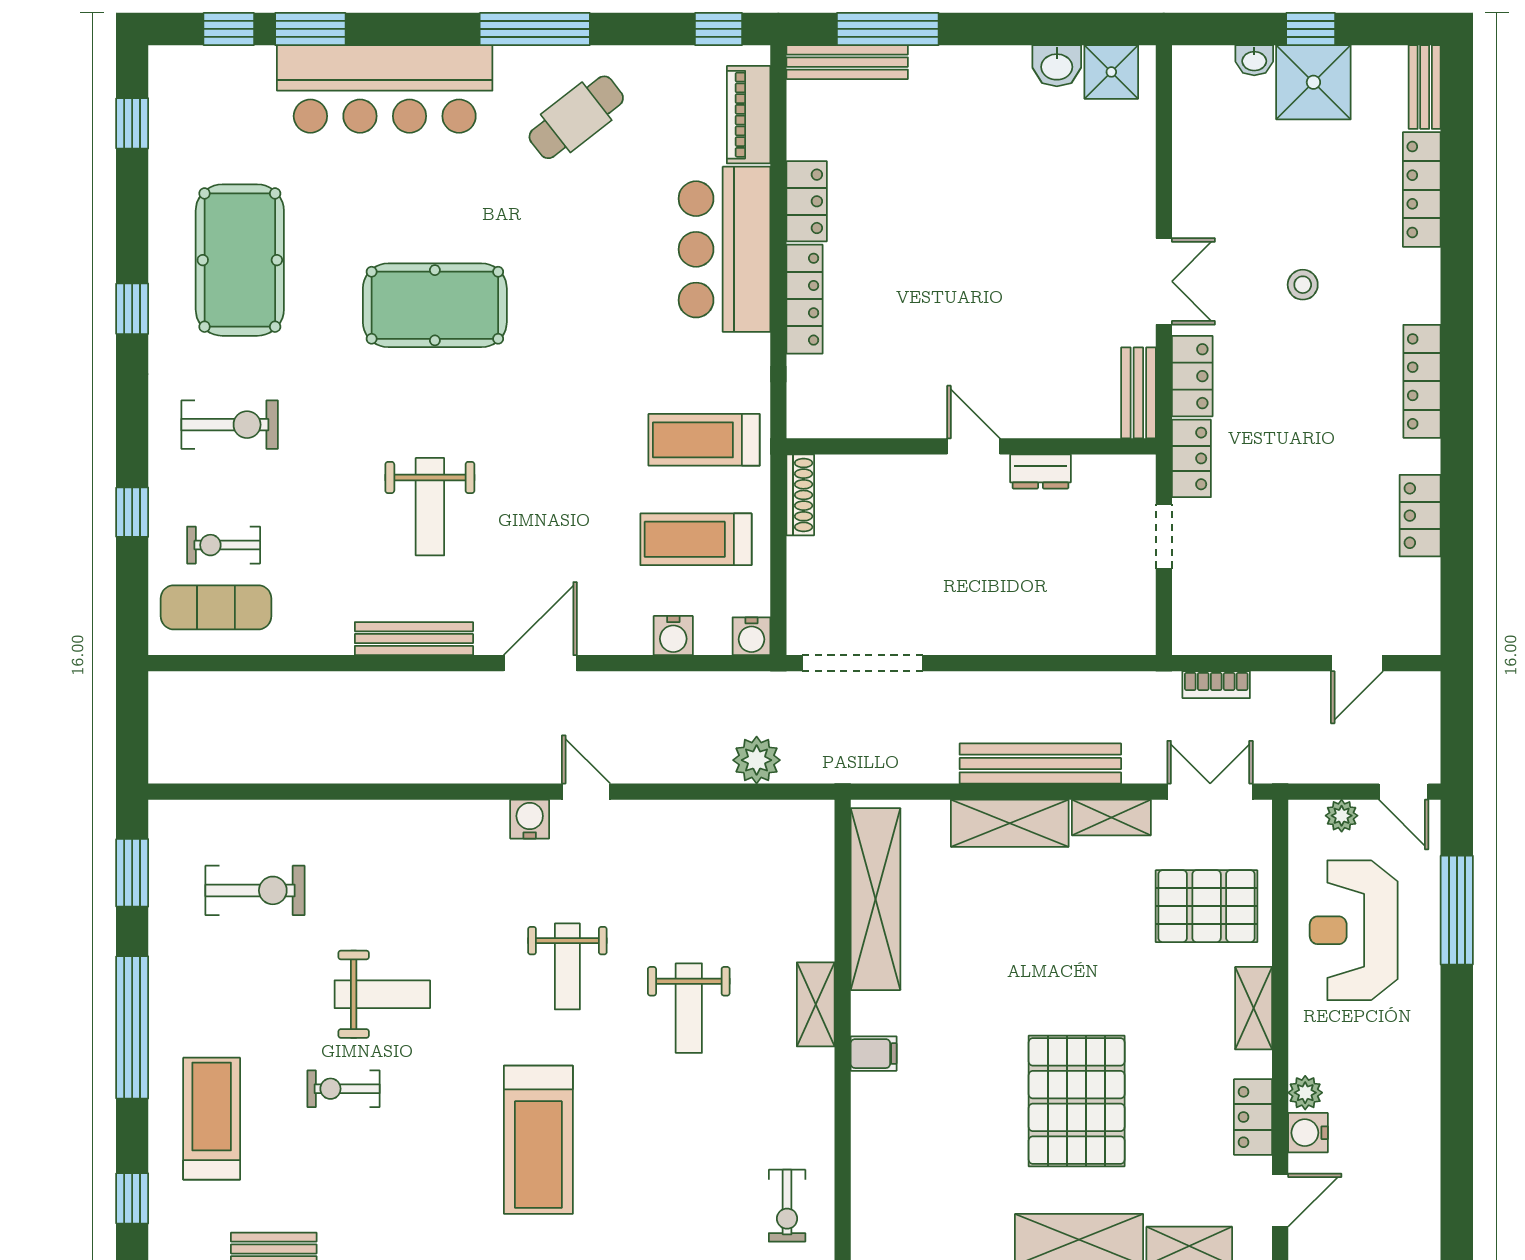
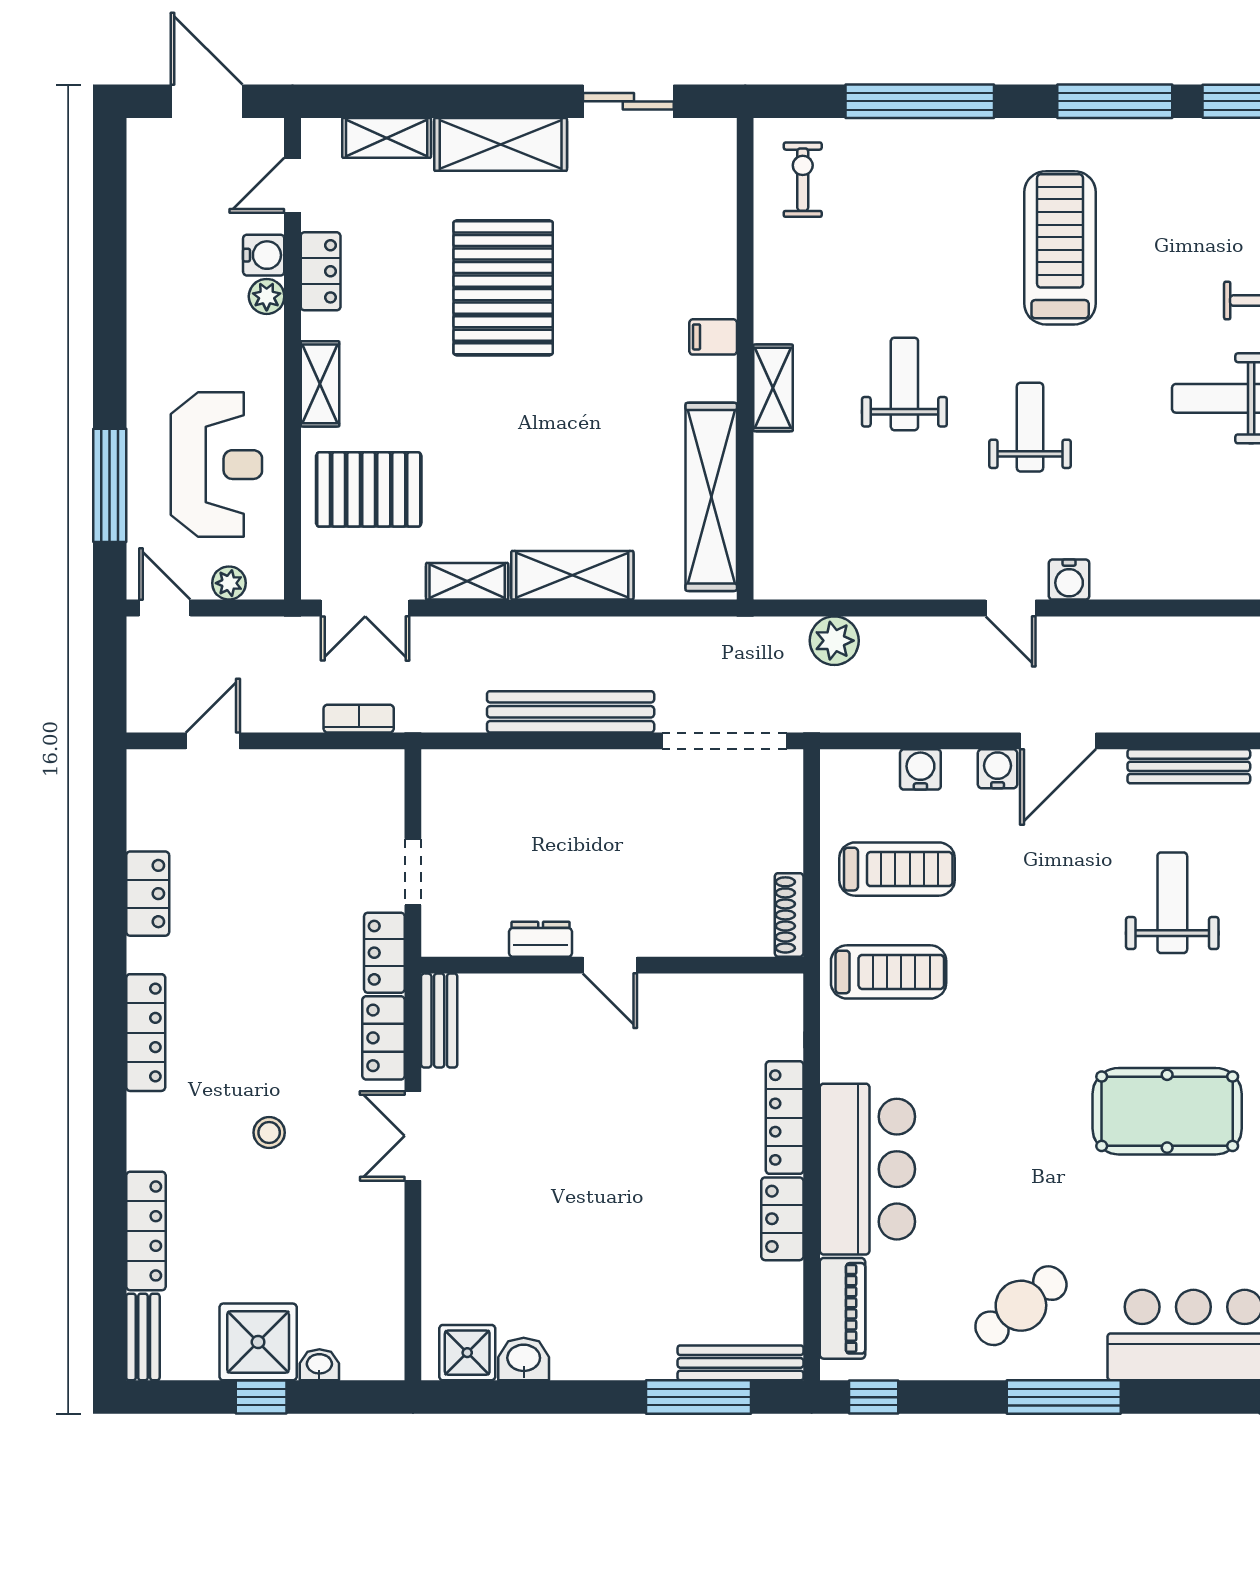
water cooler: (752, 636) -> (998, 769), moved
bench: (1040, 764) -> (571, 712), moved

